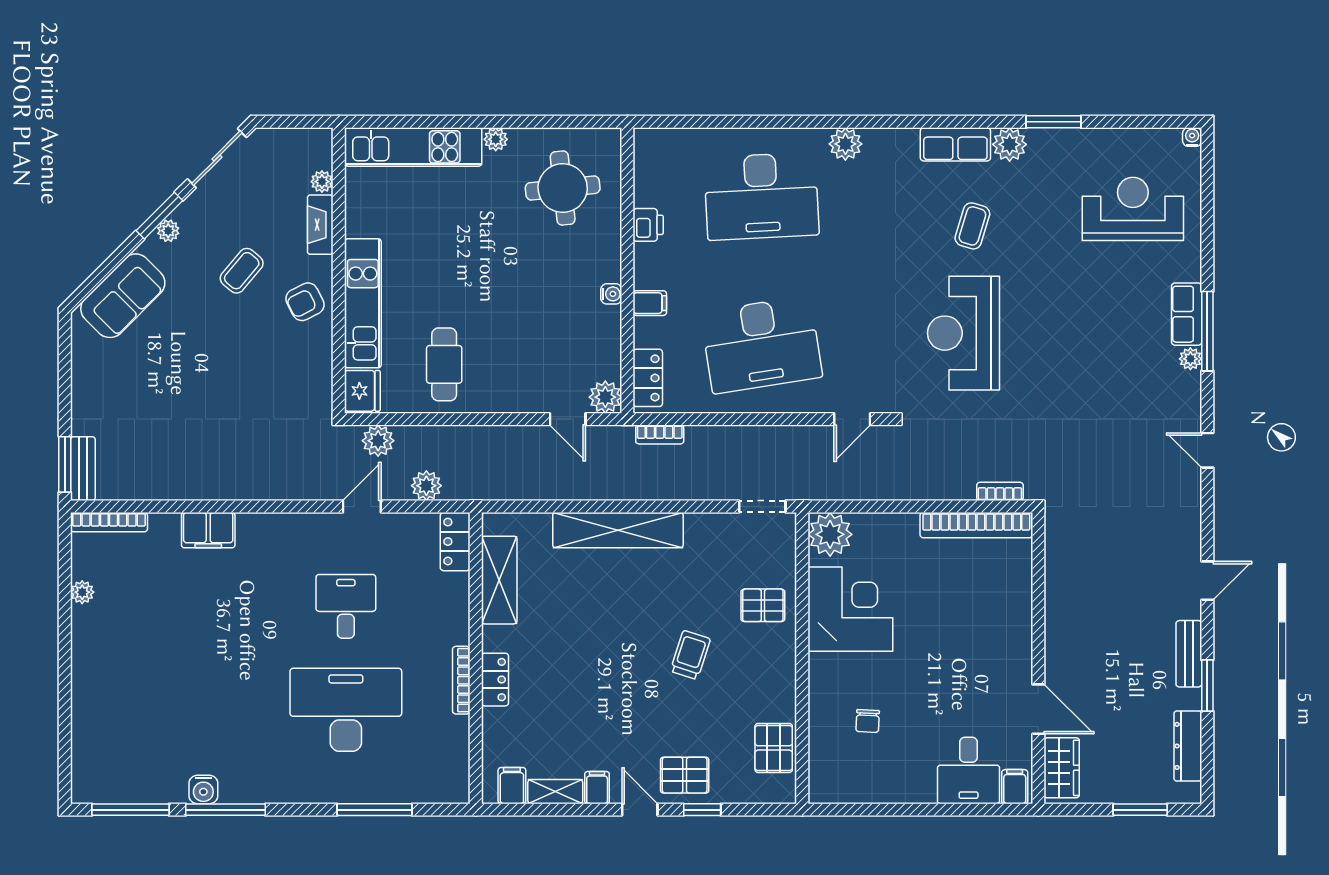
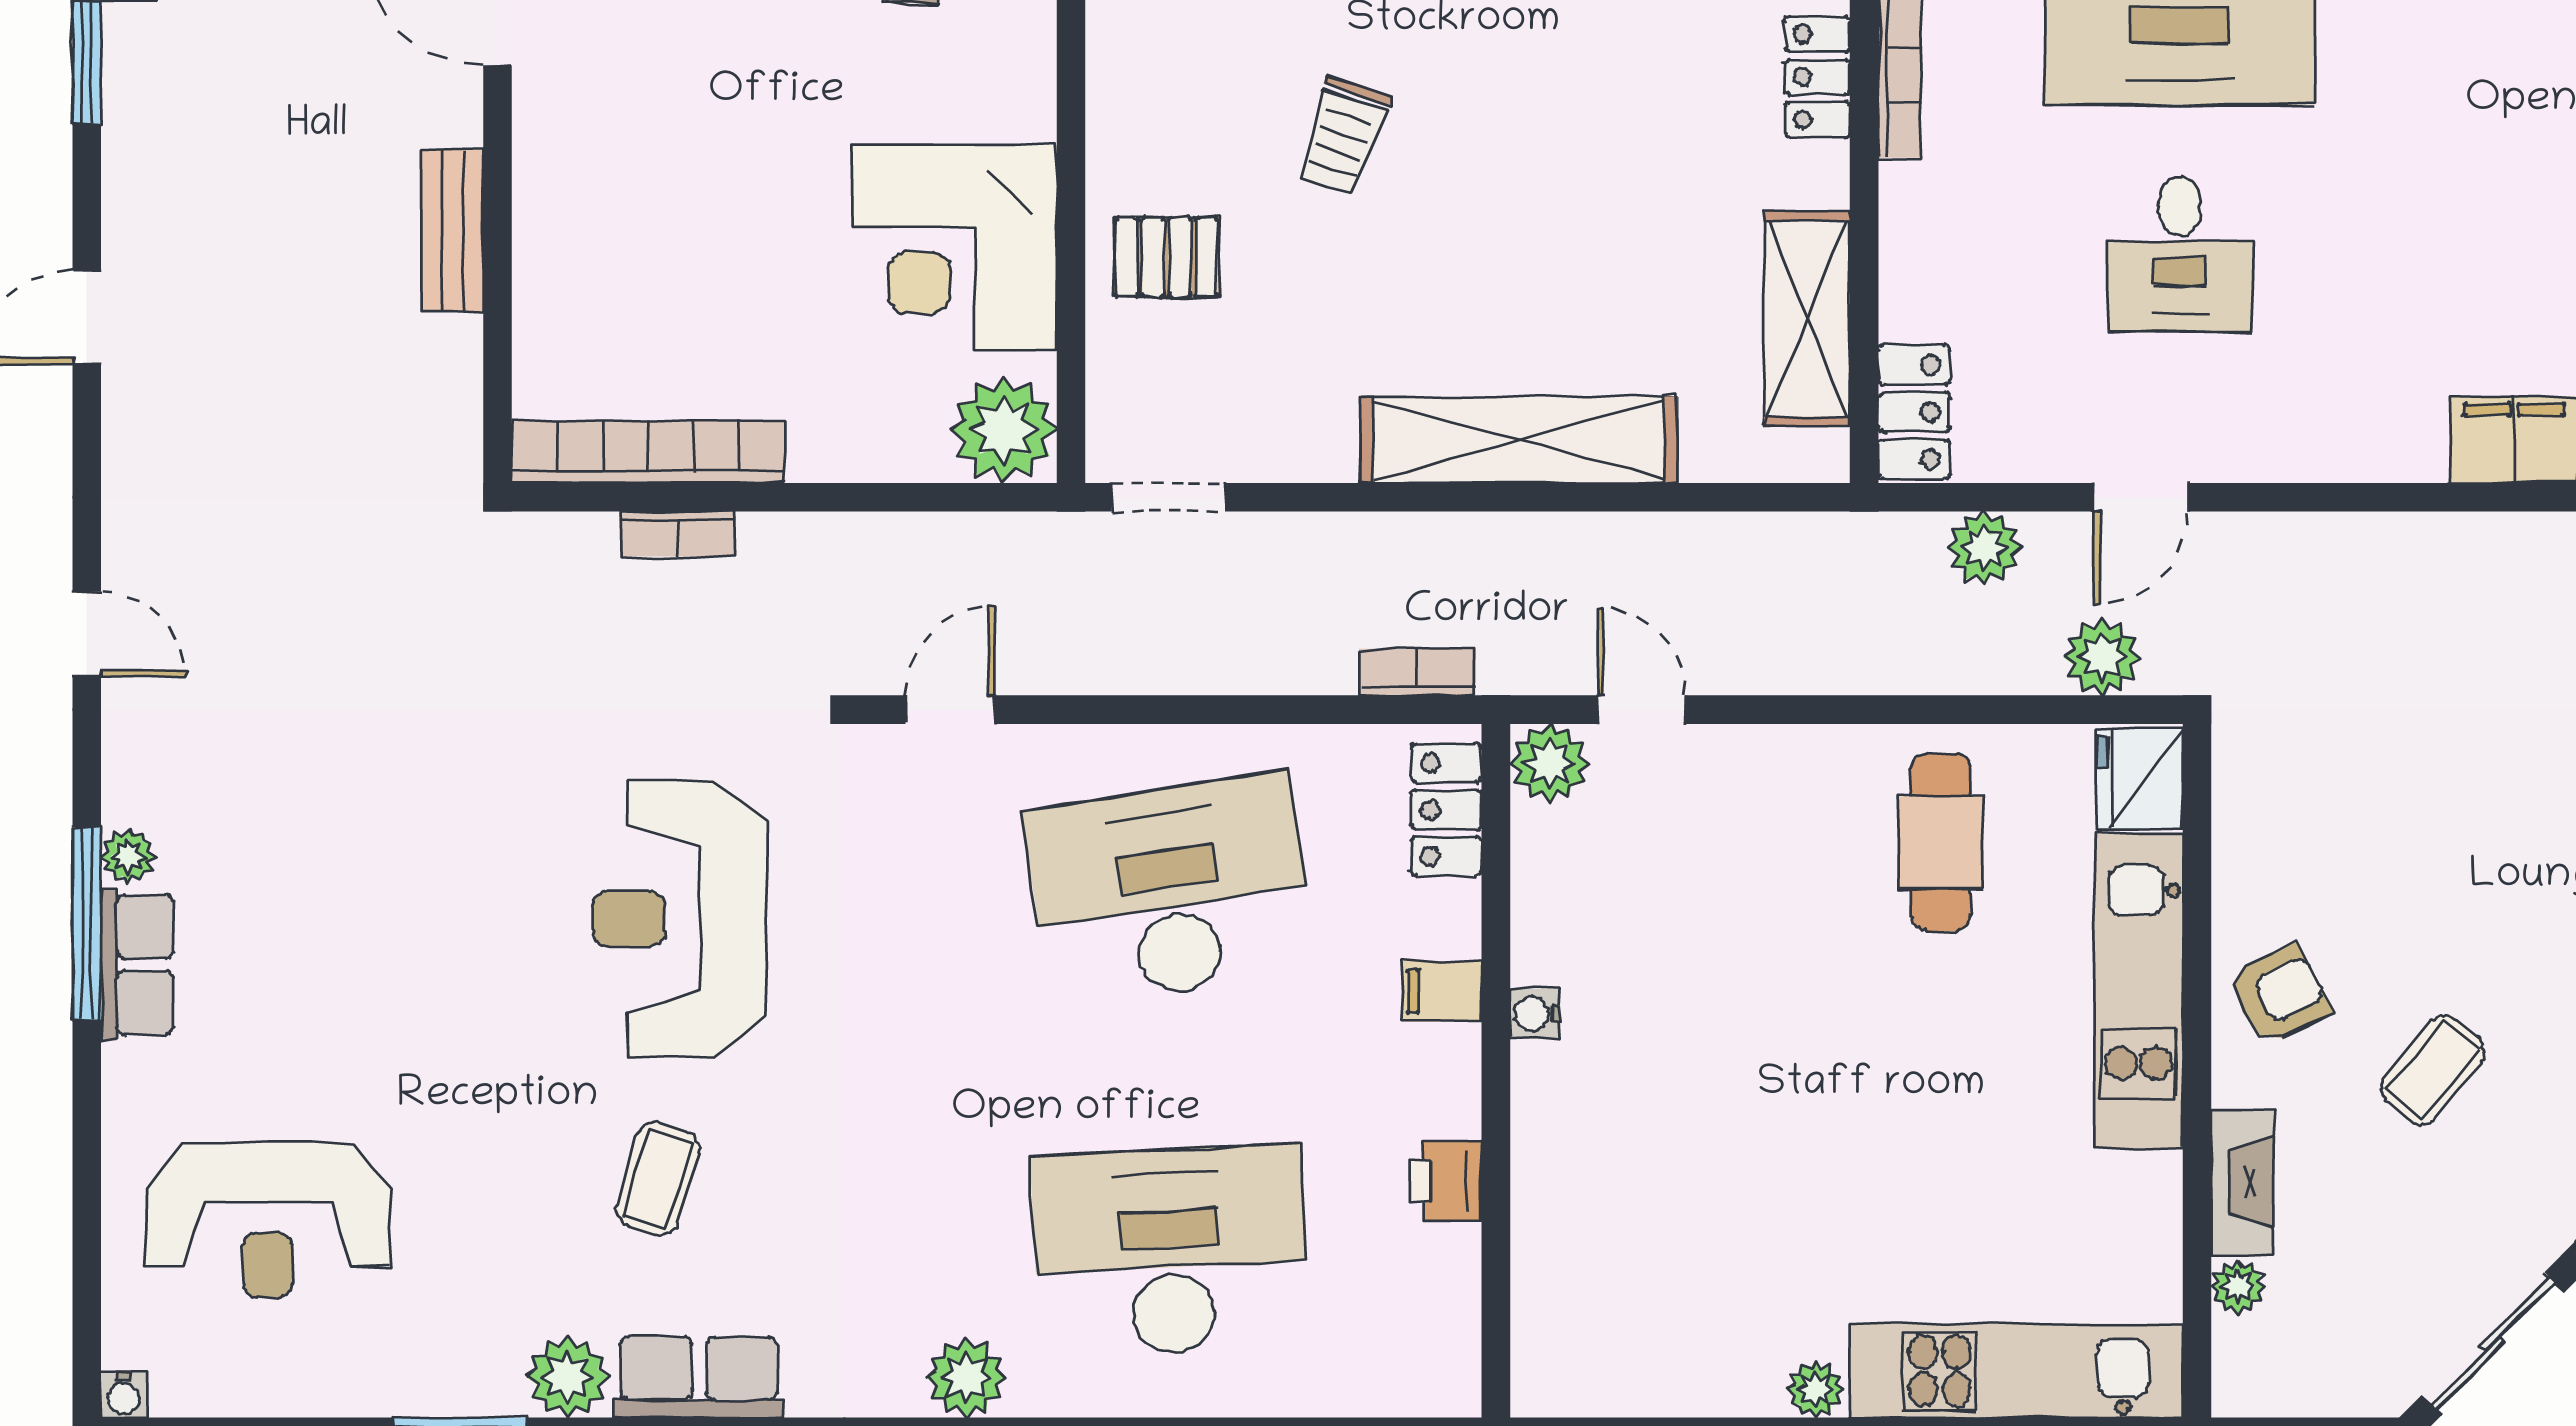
round table: (563, 188) -> (1653, 1271), removed
reception desk: (963, 333) -> (679, 919), turned 180
bookcase: (1000, 491) -> (677, 534), moved
bench: (1189, 654) -> (452, 230), moved

